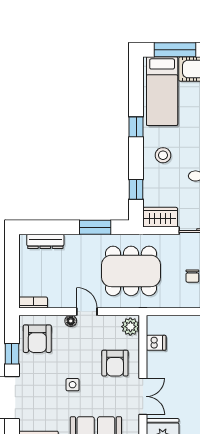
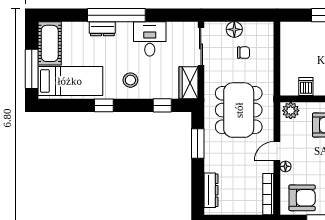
bookcase: (33, 303) -> (268, 194), width x1.56

